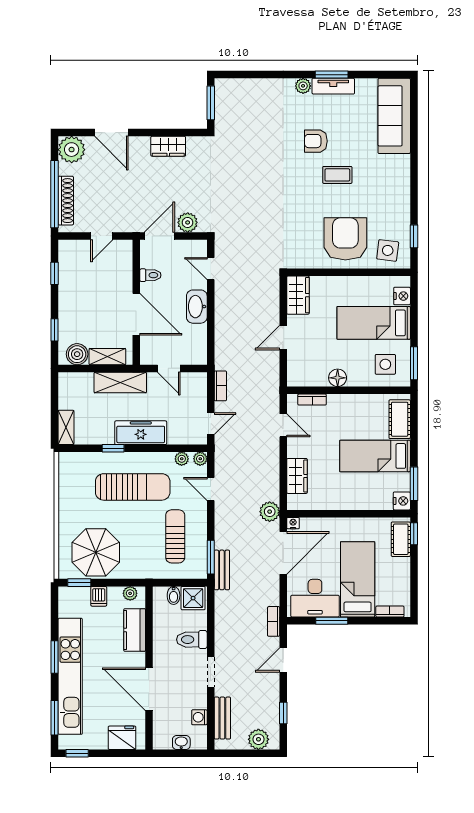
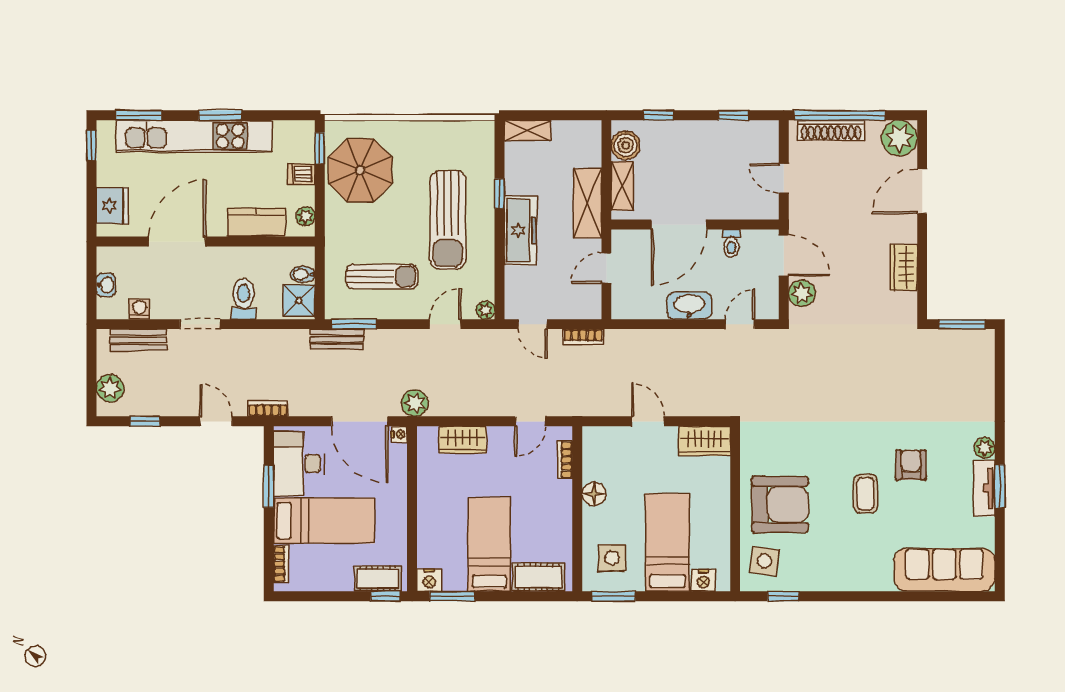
plant: (182, 459) -> (486, 285), removed

